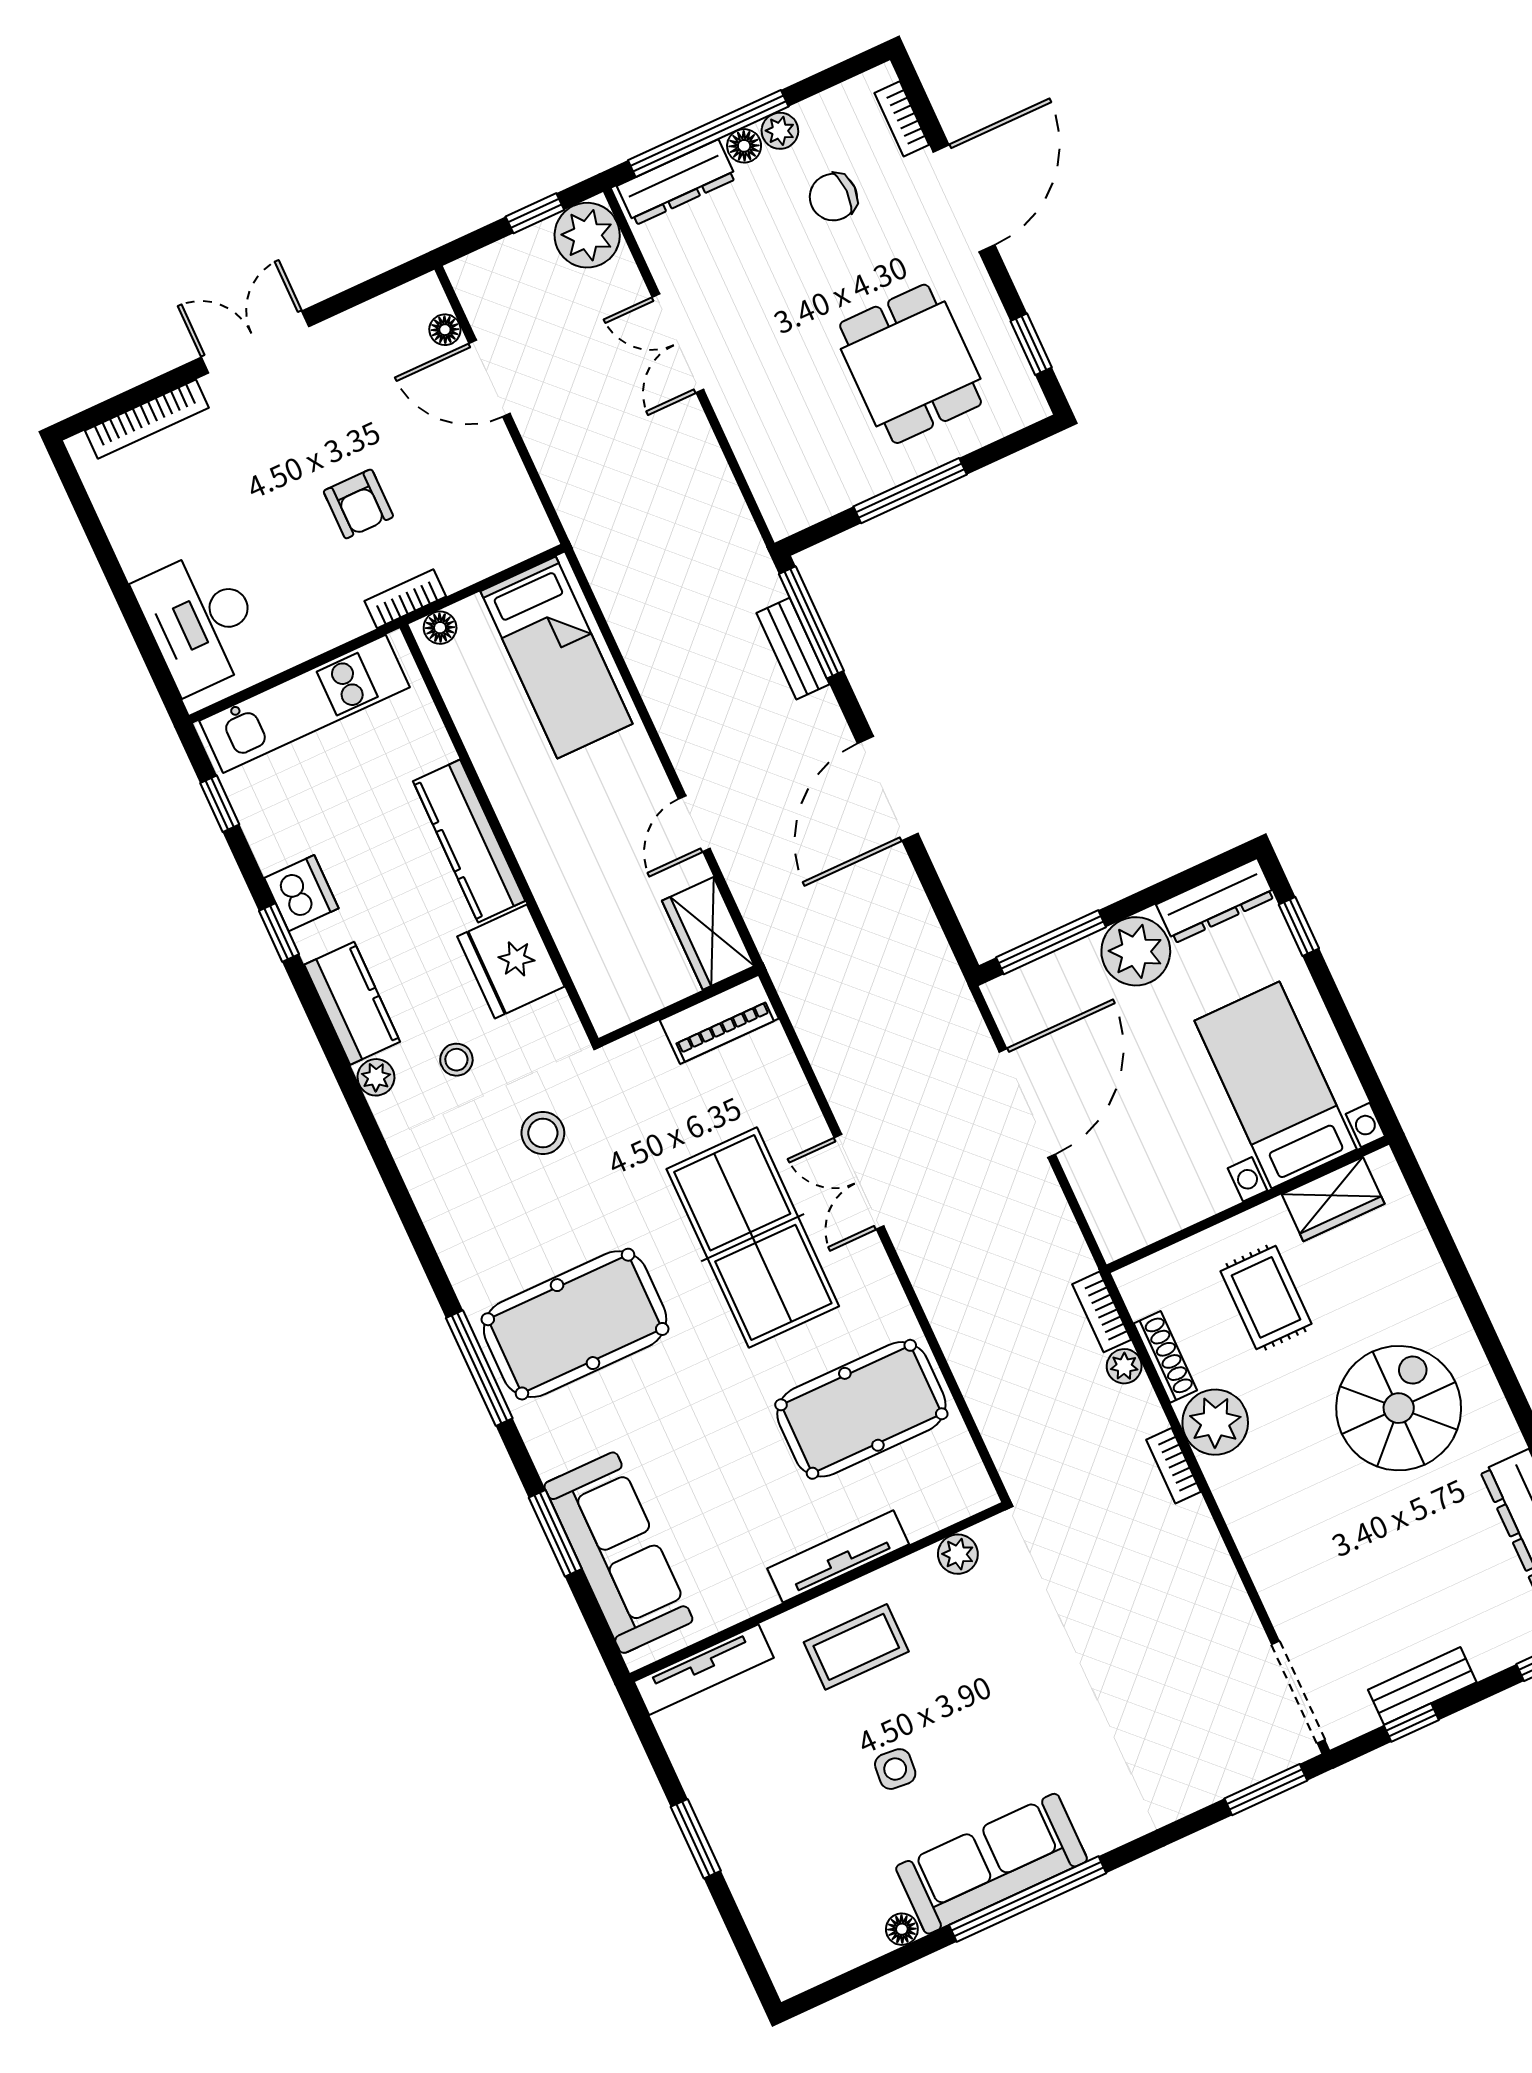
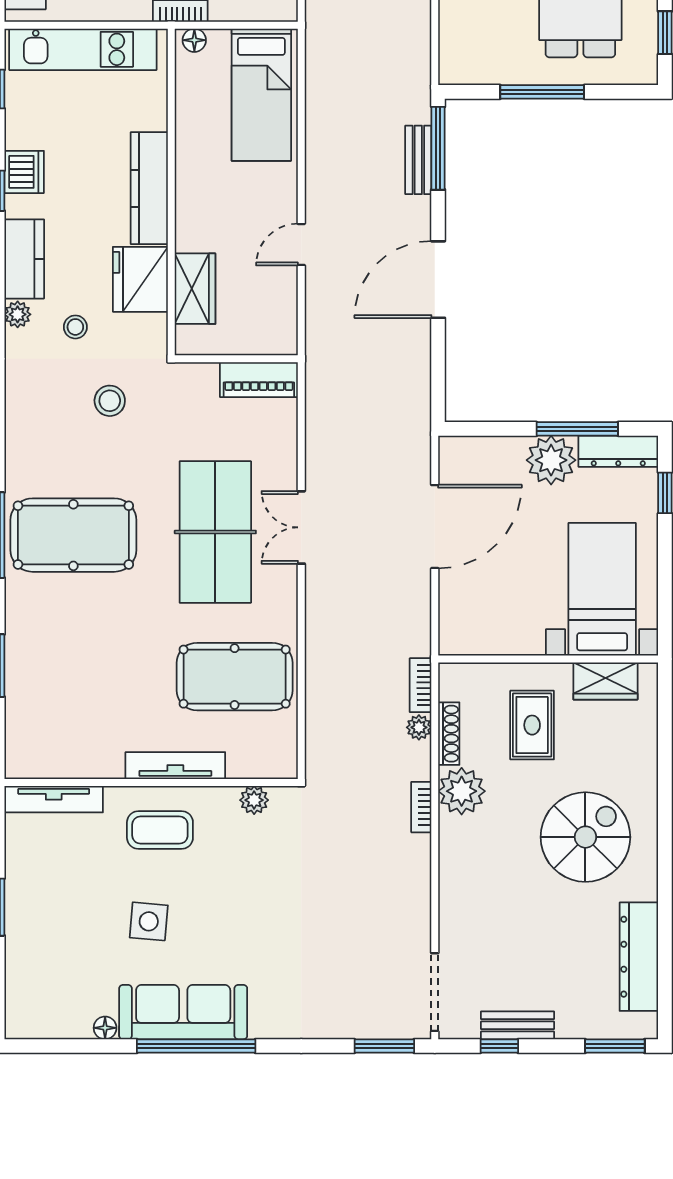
wardrobe: (708, 933) -> (195, 289), moved, turned 180
window: (1051, 942) -> (577, 429), moved
sofa: (618, 1553) -> (33, 697), removed
side table: (895, 1769) -> (149, 921), width x1.37, depth x1.37

